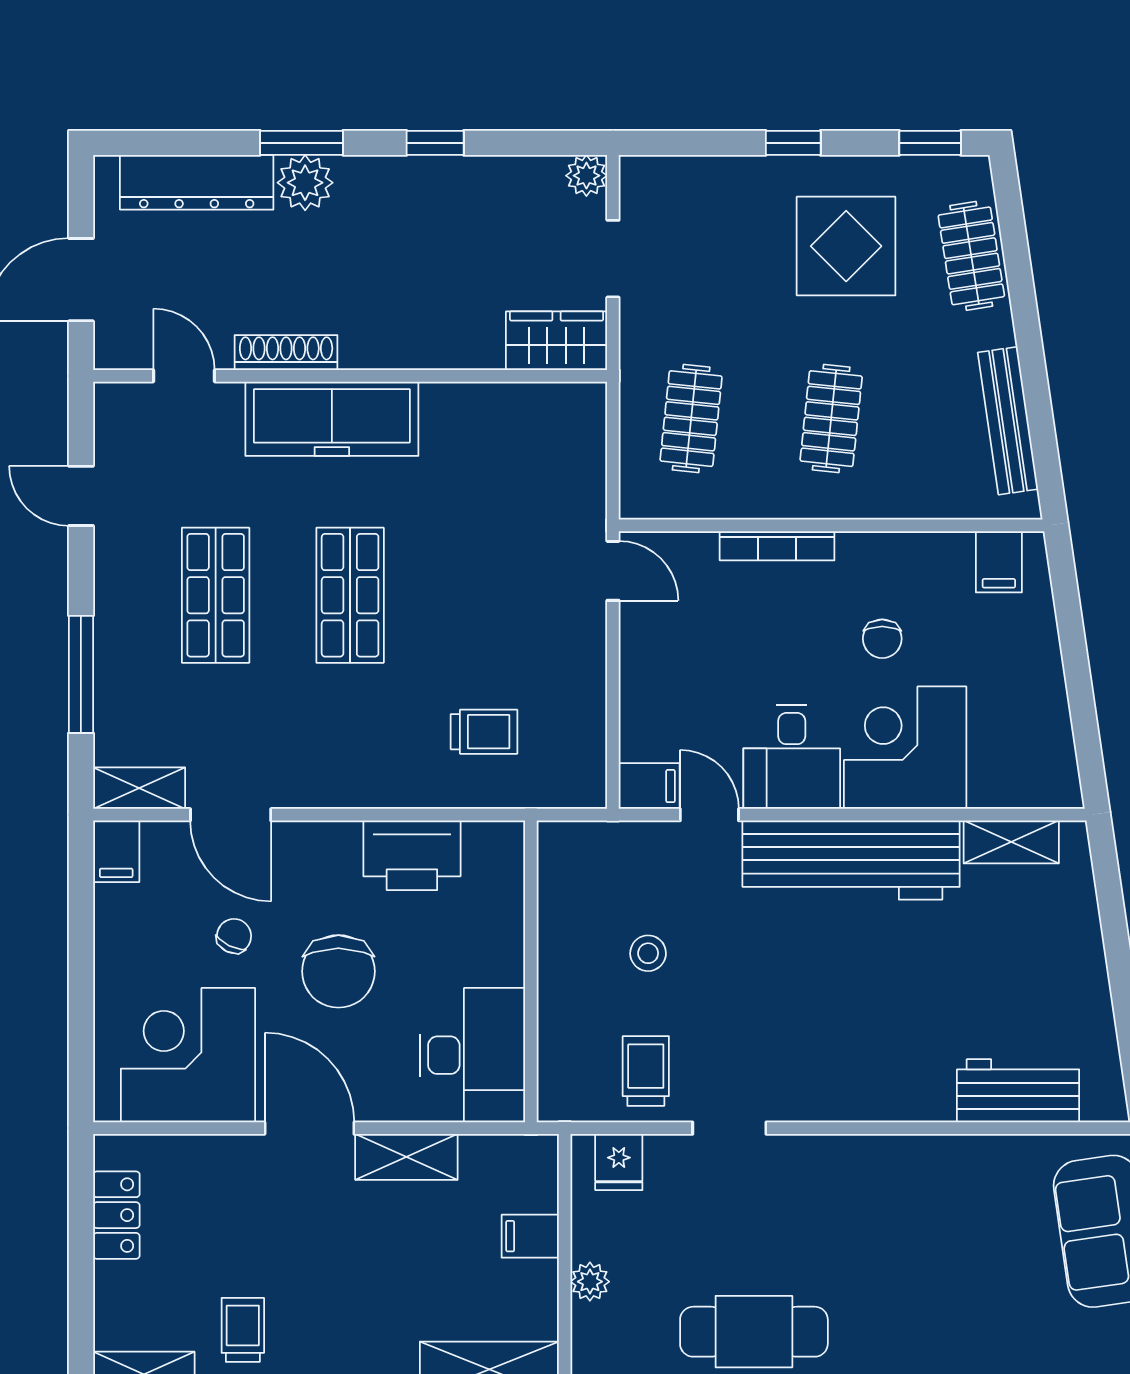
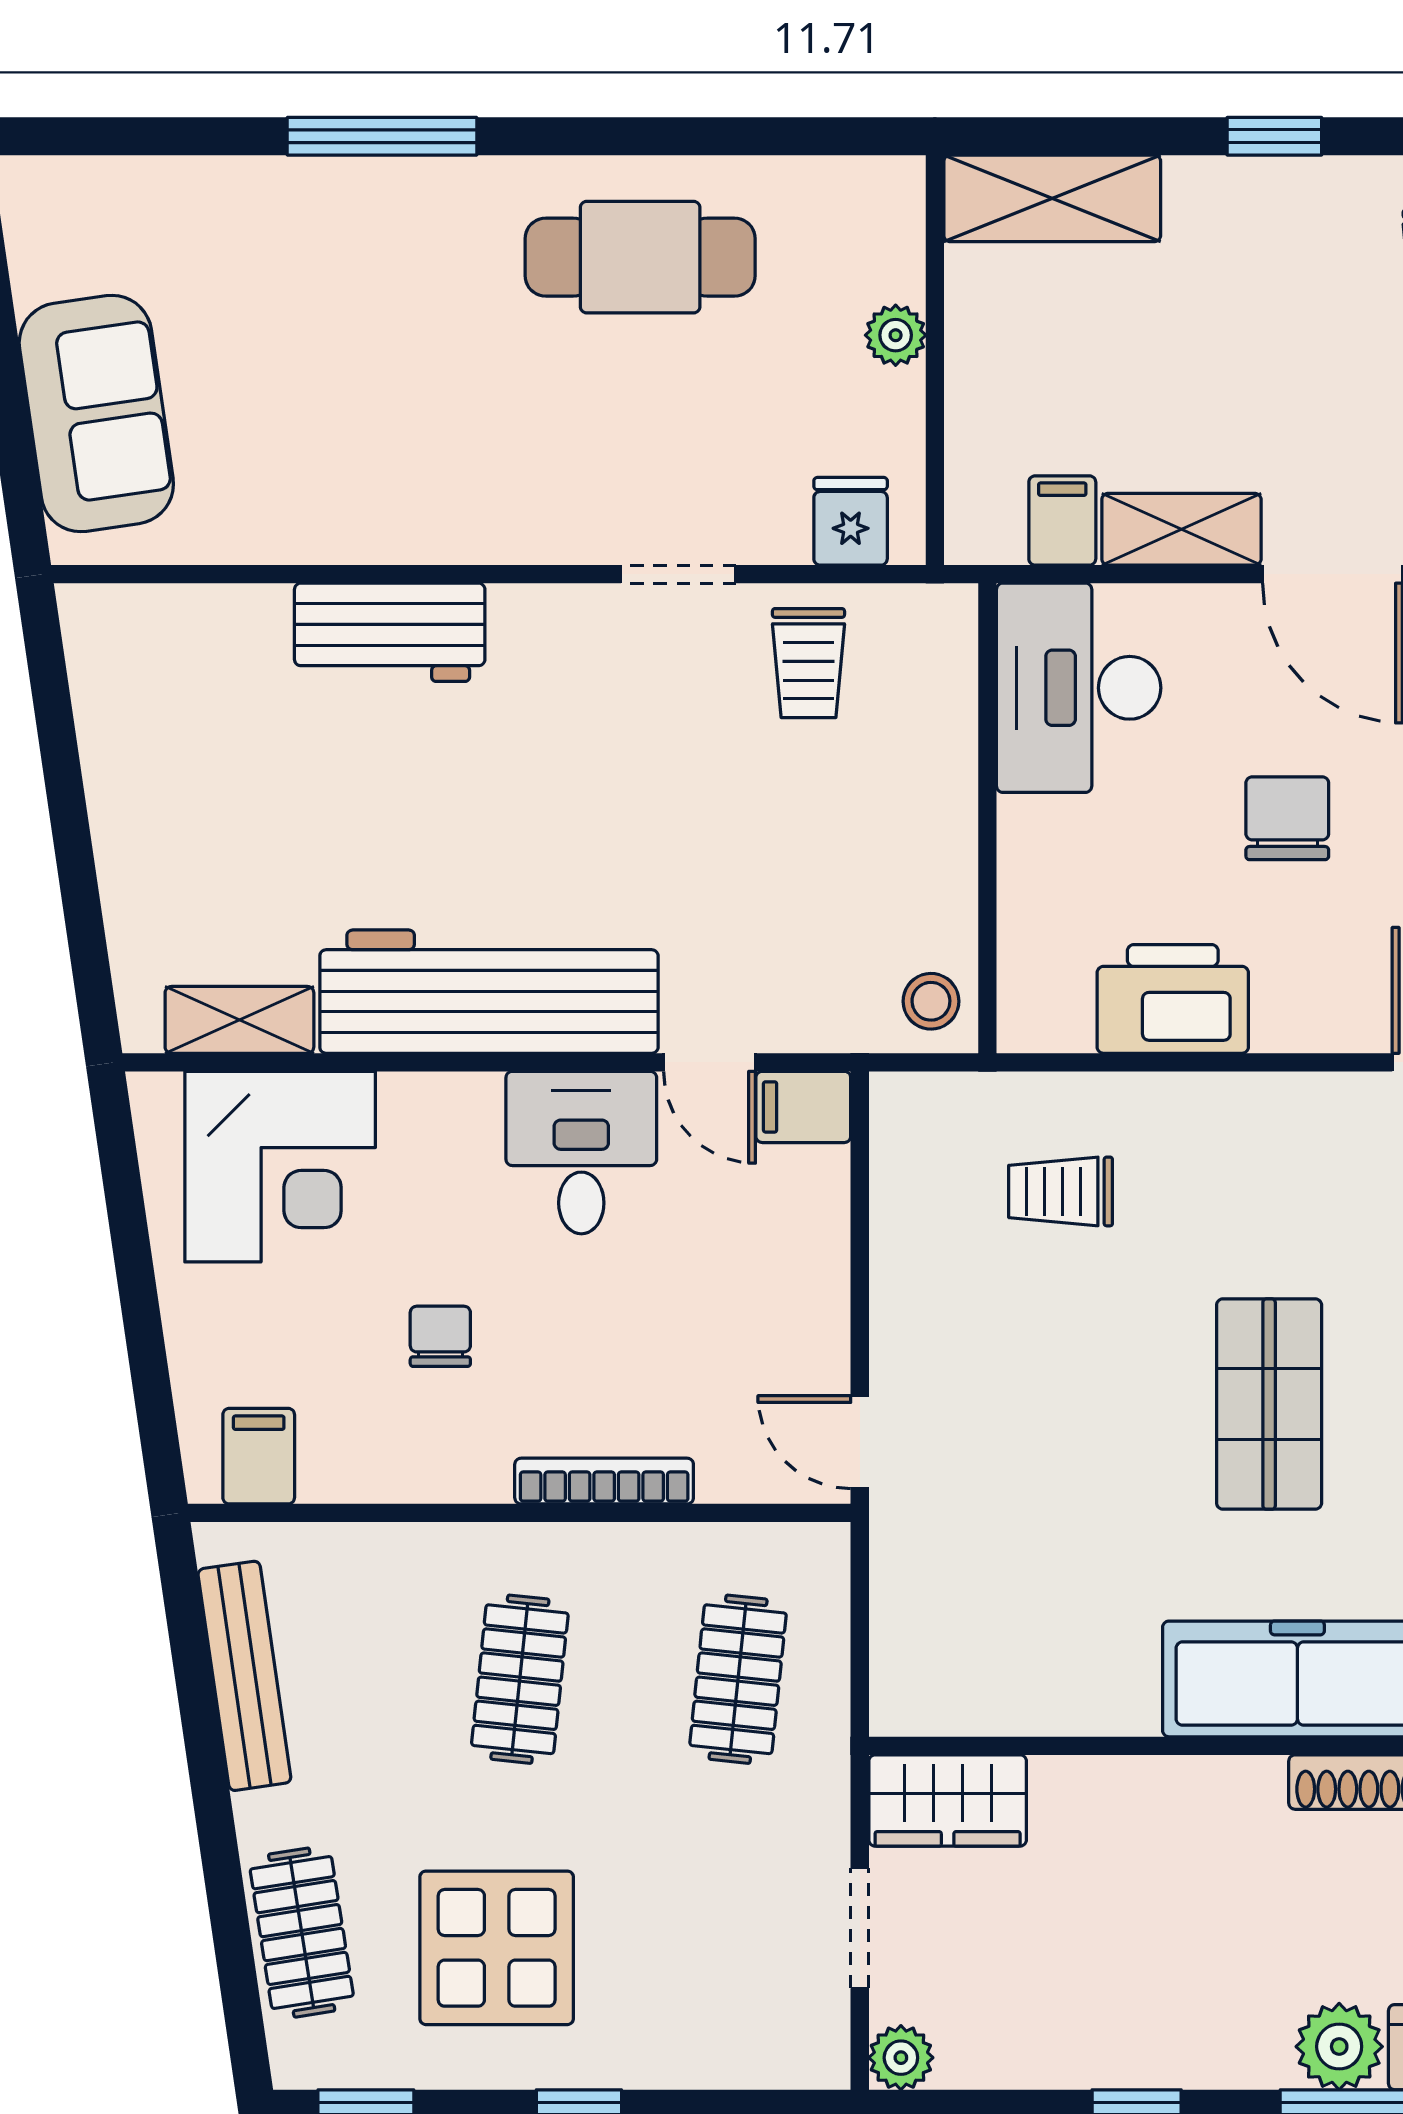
corner desk: (905, 748) -> (280, 1167), moved
stool: (648, 953) -> (931, 1001), moved
chair: (338, 971) -> (1287, 818), width x0.73, depth x0.73
workbench: (1018, 1091) -> (390, 632), moved
filing cabinet: (530, 1236) -> (1062, 520), moved, turned -90

